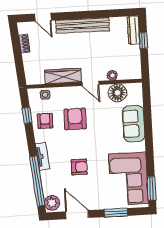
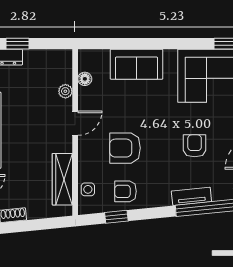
wardrobe: (63, 76) -> (62, 179), moved
floor lamp: (118, 93) -> (85, 79), width x0.53, depth x0.53
tv unit: (43, 156) -> (191, 196), moved

